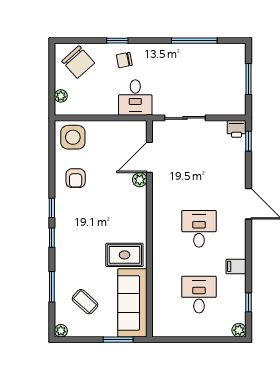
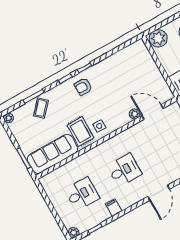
plant: (61, 96) -> (158, 38), width x1.88, depth x1.88
side table: (73, 137) -> (99, 126), moved, width x0.54, depth x0.54
armchair: (76, 178) -> (83, 87), moved
coffee table: (85, 302) -> (41, 108), moved

